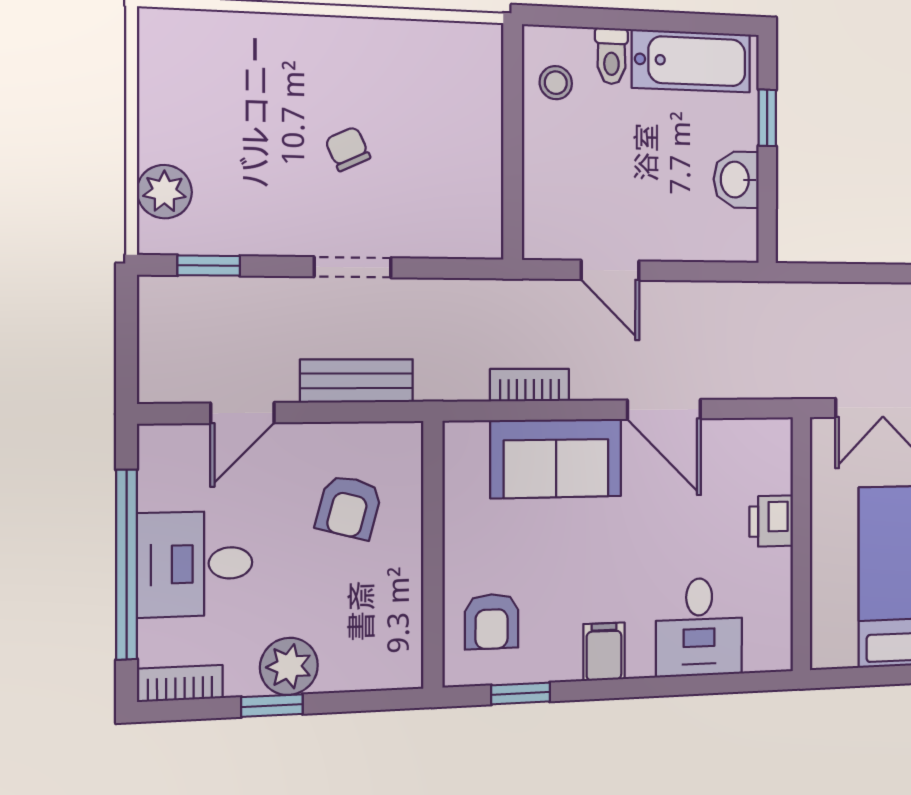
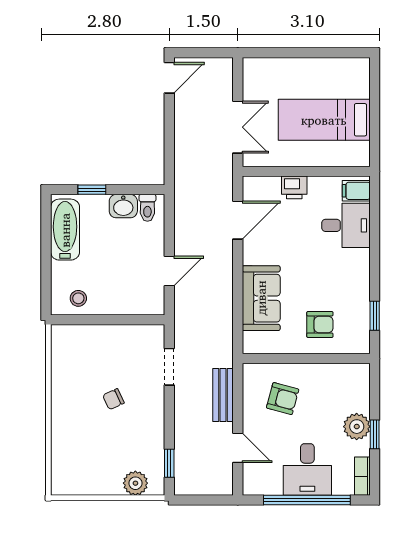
toilet: (611, 56) -> (147, 208), moved, turned 90
doorway: (353, 267) -> (169, 367), moved
bookcase: (530, 385) -> (225, 311), removed
door: (664, 409) -> (238, 220), moved
armchair: (492, 621) -> (320, 324), moved
filing cabinet: (604, 652) -> (356, 191), moved

